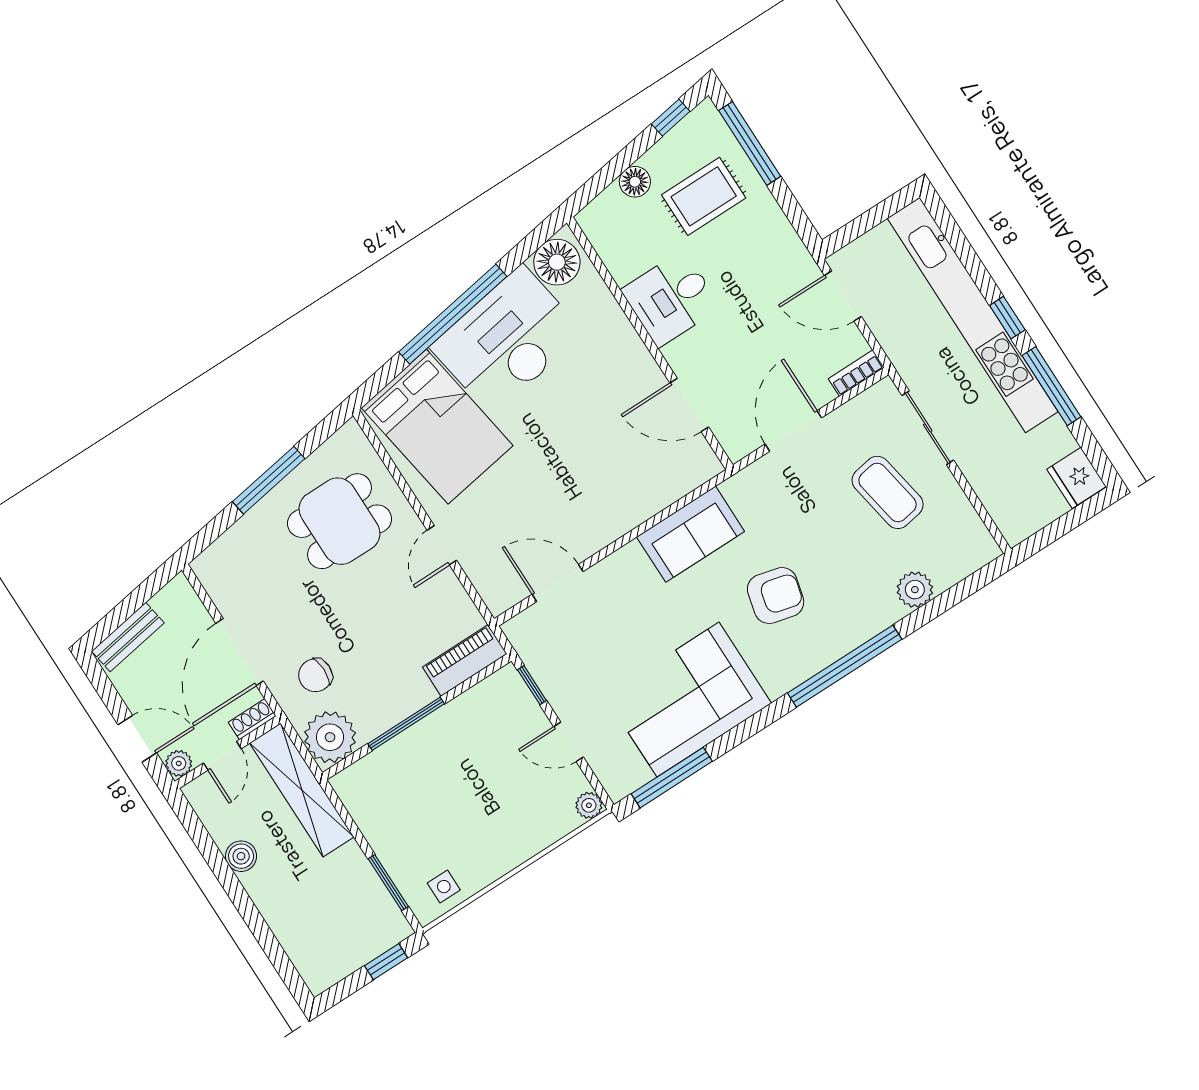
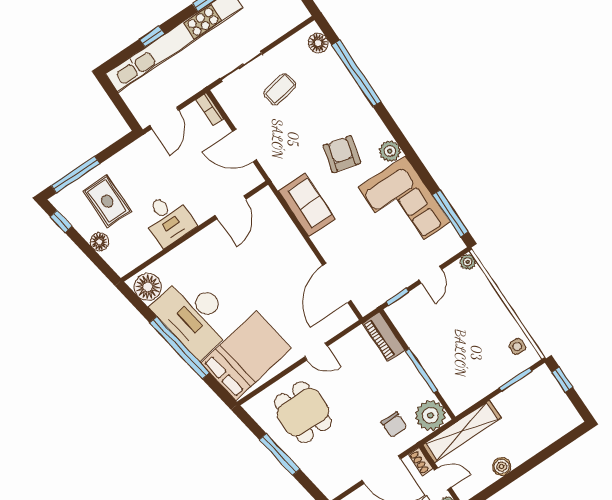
window: (1007, 318) -> (152, 36), moved
coffee table: (888, 492) -> (280, 89), width x0.73, depth x0.77
floor lamp: (965, 559) -> (318, 43), added
door: (558, 583) -> (337, 283), width x1.36
plant: (915, 590) -> (390, 151), moved
window: (845, 666) -> (356, 73), moved

